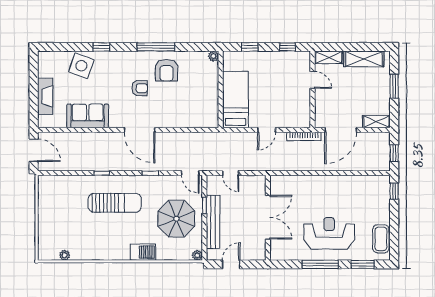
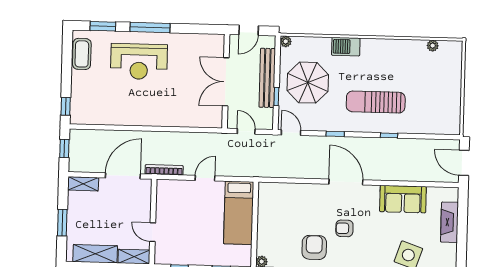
double door: (268, 217) -> (226, 82), moved
wall: (268, 218) -> (226, 81), moved

